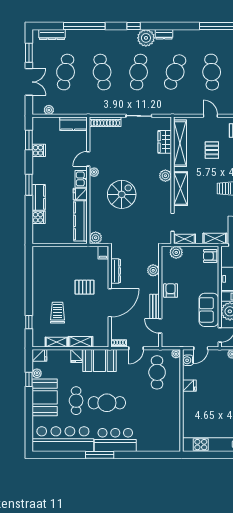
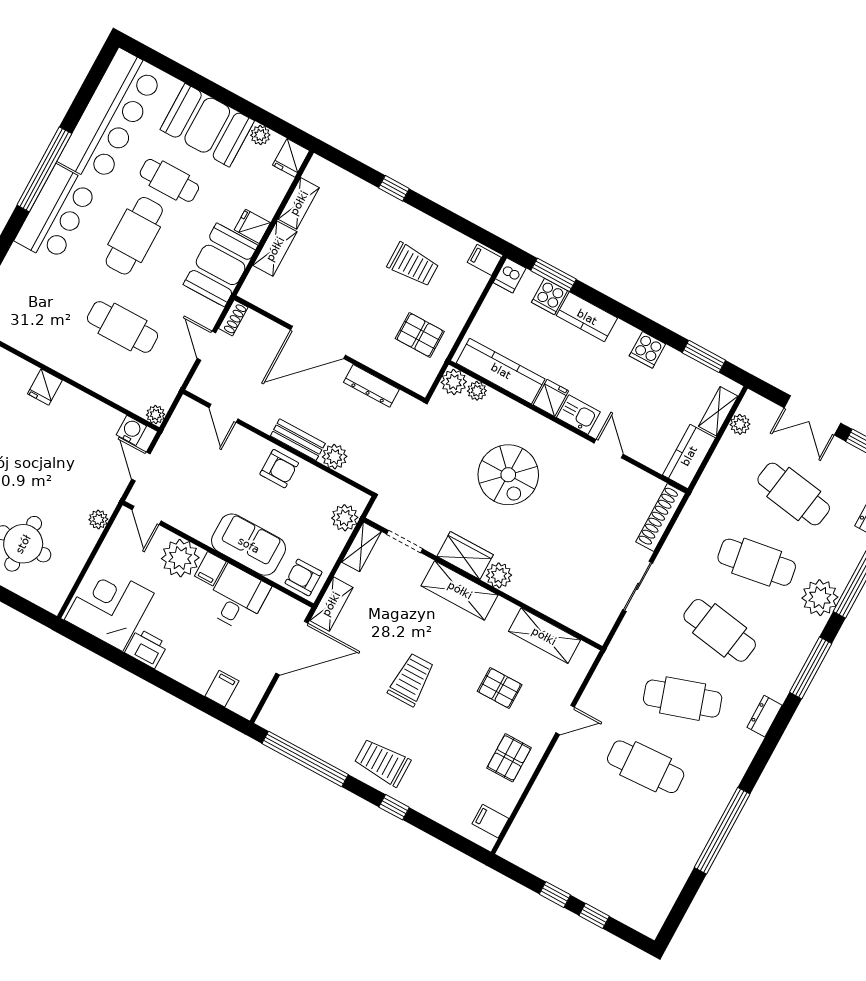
window: (134, 26) -> (811, 668), width x2.17
plant: (146, 38) -> (820, 598), moved
cafe table: (175, 72) -> (683, 699), turned -39
shelving: (48, 122) -> (718, 411), added
wardrobe: (165, 142) -> (465, 555), moved
shelving: (180, 143) -> (544, 636), width x0.68
cooker: (39, 150) -> (647, 350), moved
plant: (94, 172) -> (477, 391), moved
window: (29, 185) -> (553, 275), moved
dishwasher: (39, 239) -> (510, 275), added
filing cabinet: (103, 253) -> (484, 260), moved
armchair: (210, 256) -> (303, 578), turned -90
pallet: (85, 287) -> (420, 335), moved, turned 90
door: (110, 303) -> (318, 342), hinge flipped
bench: (154, 306) -> (298, 440), moved
sofa: (209, 310) -> (249, 545), moved
trolley: (57, 313) -> (413, 265), moved
window: (29, 322) -> (394, 188), moved
door: (160, 326) -> (224, 413), swing flipped
cafe table: (157, 372) -> (123, 327), moved
window: (29, 379) -> (257, 114), removed
fridge: (189, 386) -> (45, 387), moved
window: (100, 455) -> (44, 169), width x1.46

